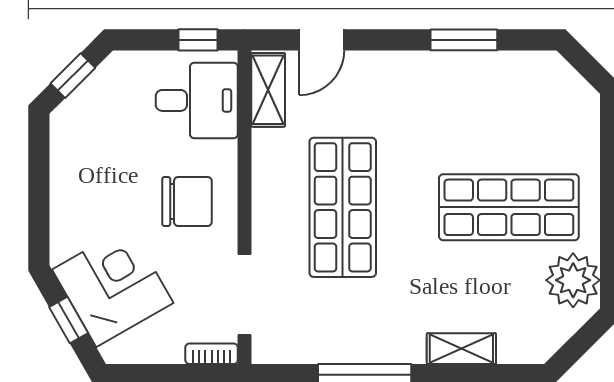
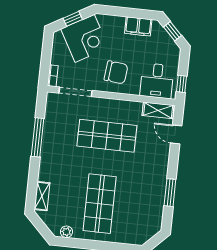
filing cabinet: (70, 160) -> (138, 26), added
chair: (187, 202) -> (116, 72), turned -84
plant: (573, 280) -> (66, 232), width x0.53, depth x0.53
shelving: (461, 349) -> (42, 196), moved

